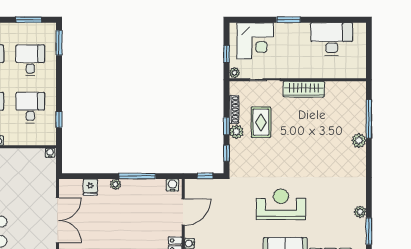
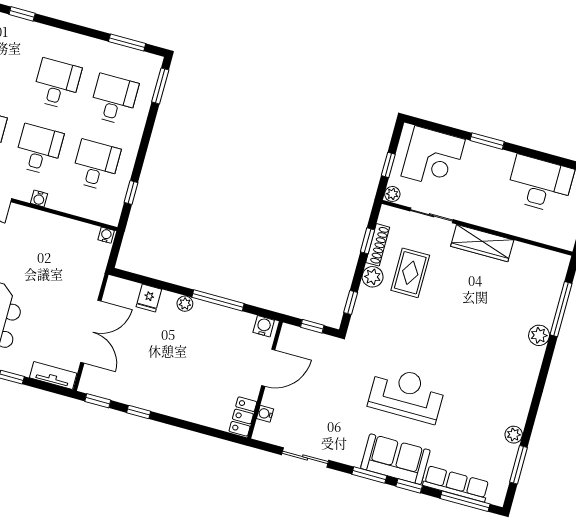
window: (226, 126) -> (368, 241), moved

